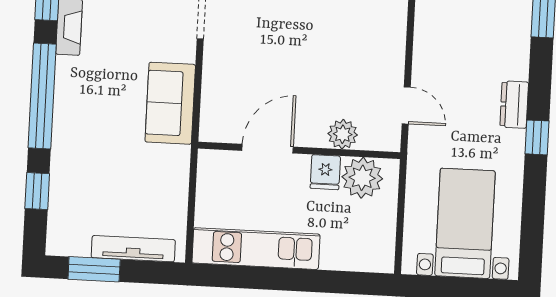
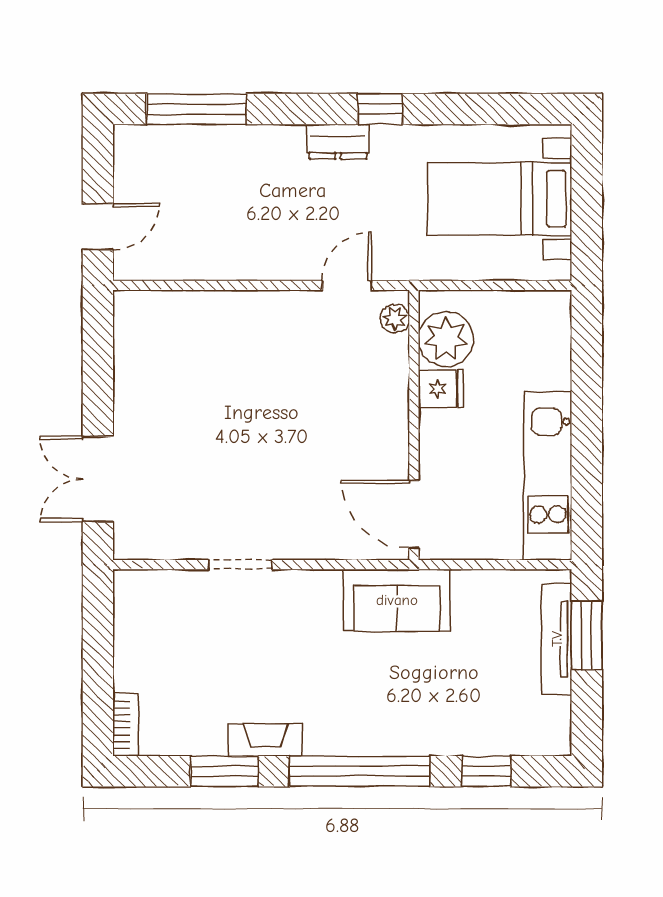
sofa: (170, 103) -> (397, 600), moved
plant: (343, 134) -> (395, 319), moved, width x0.73, depth x0.73
door: (268, 149) -> (414, 514), moved
window: (94, 269) -> (587, 635), moved

